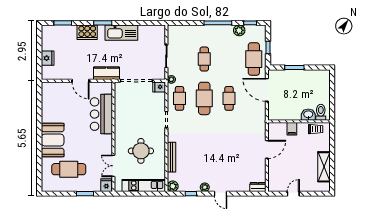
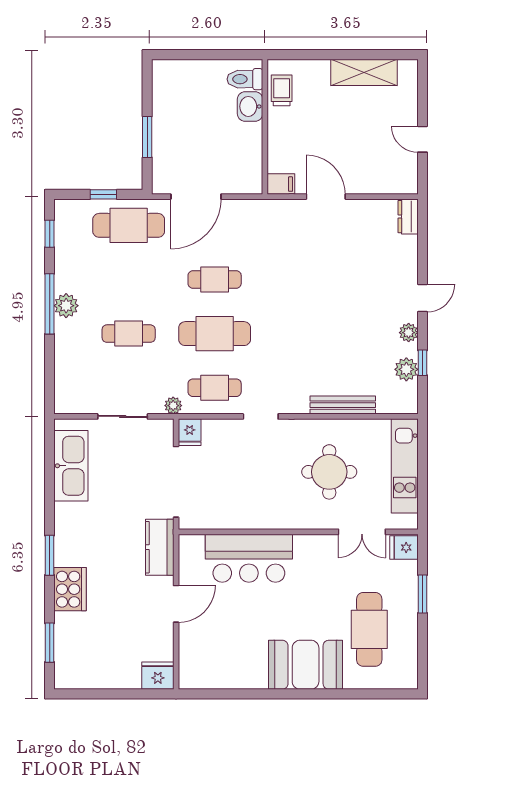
plant: (239, 30) -> (66, 306), moved
kitchen sink: (121, 33) -> (71, 466), moved
fridge: (48, 58) -> (158, 676), moved
filing cabinet: (292, 129) -> (281, 184), moved
plant: (173, 186) -> (406, 369), moved

